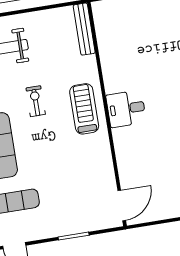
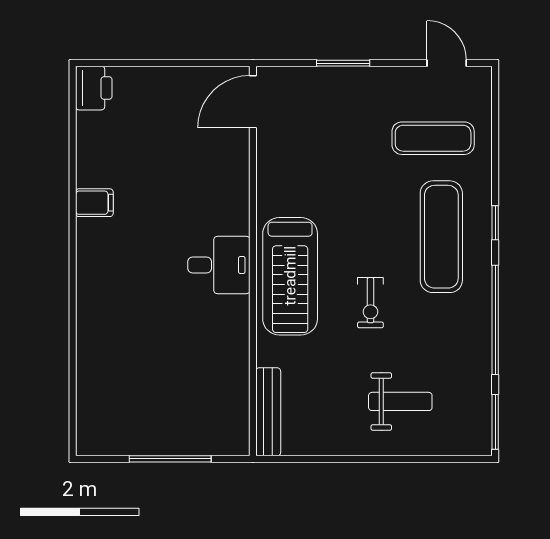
treadmill: (84, 109) -> (290, 276), width x1.37, depth x1.38

